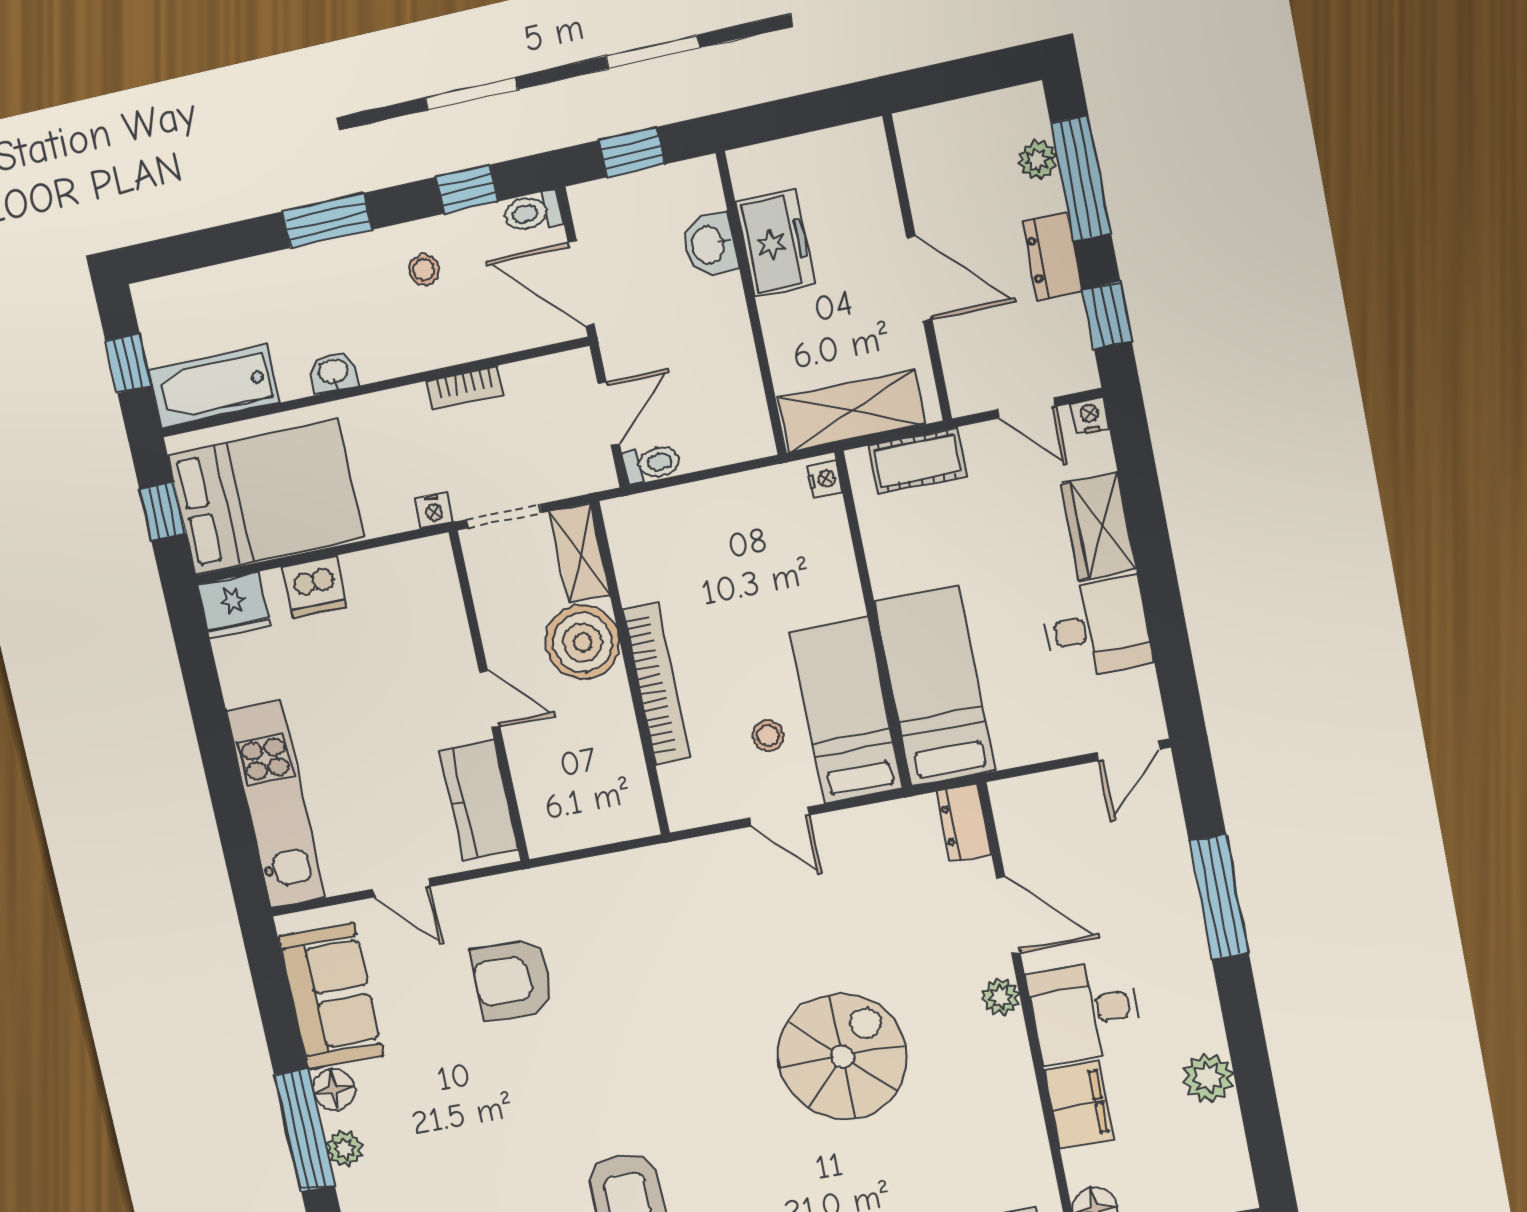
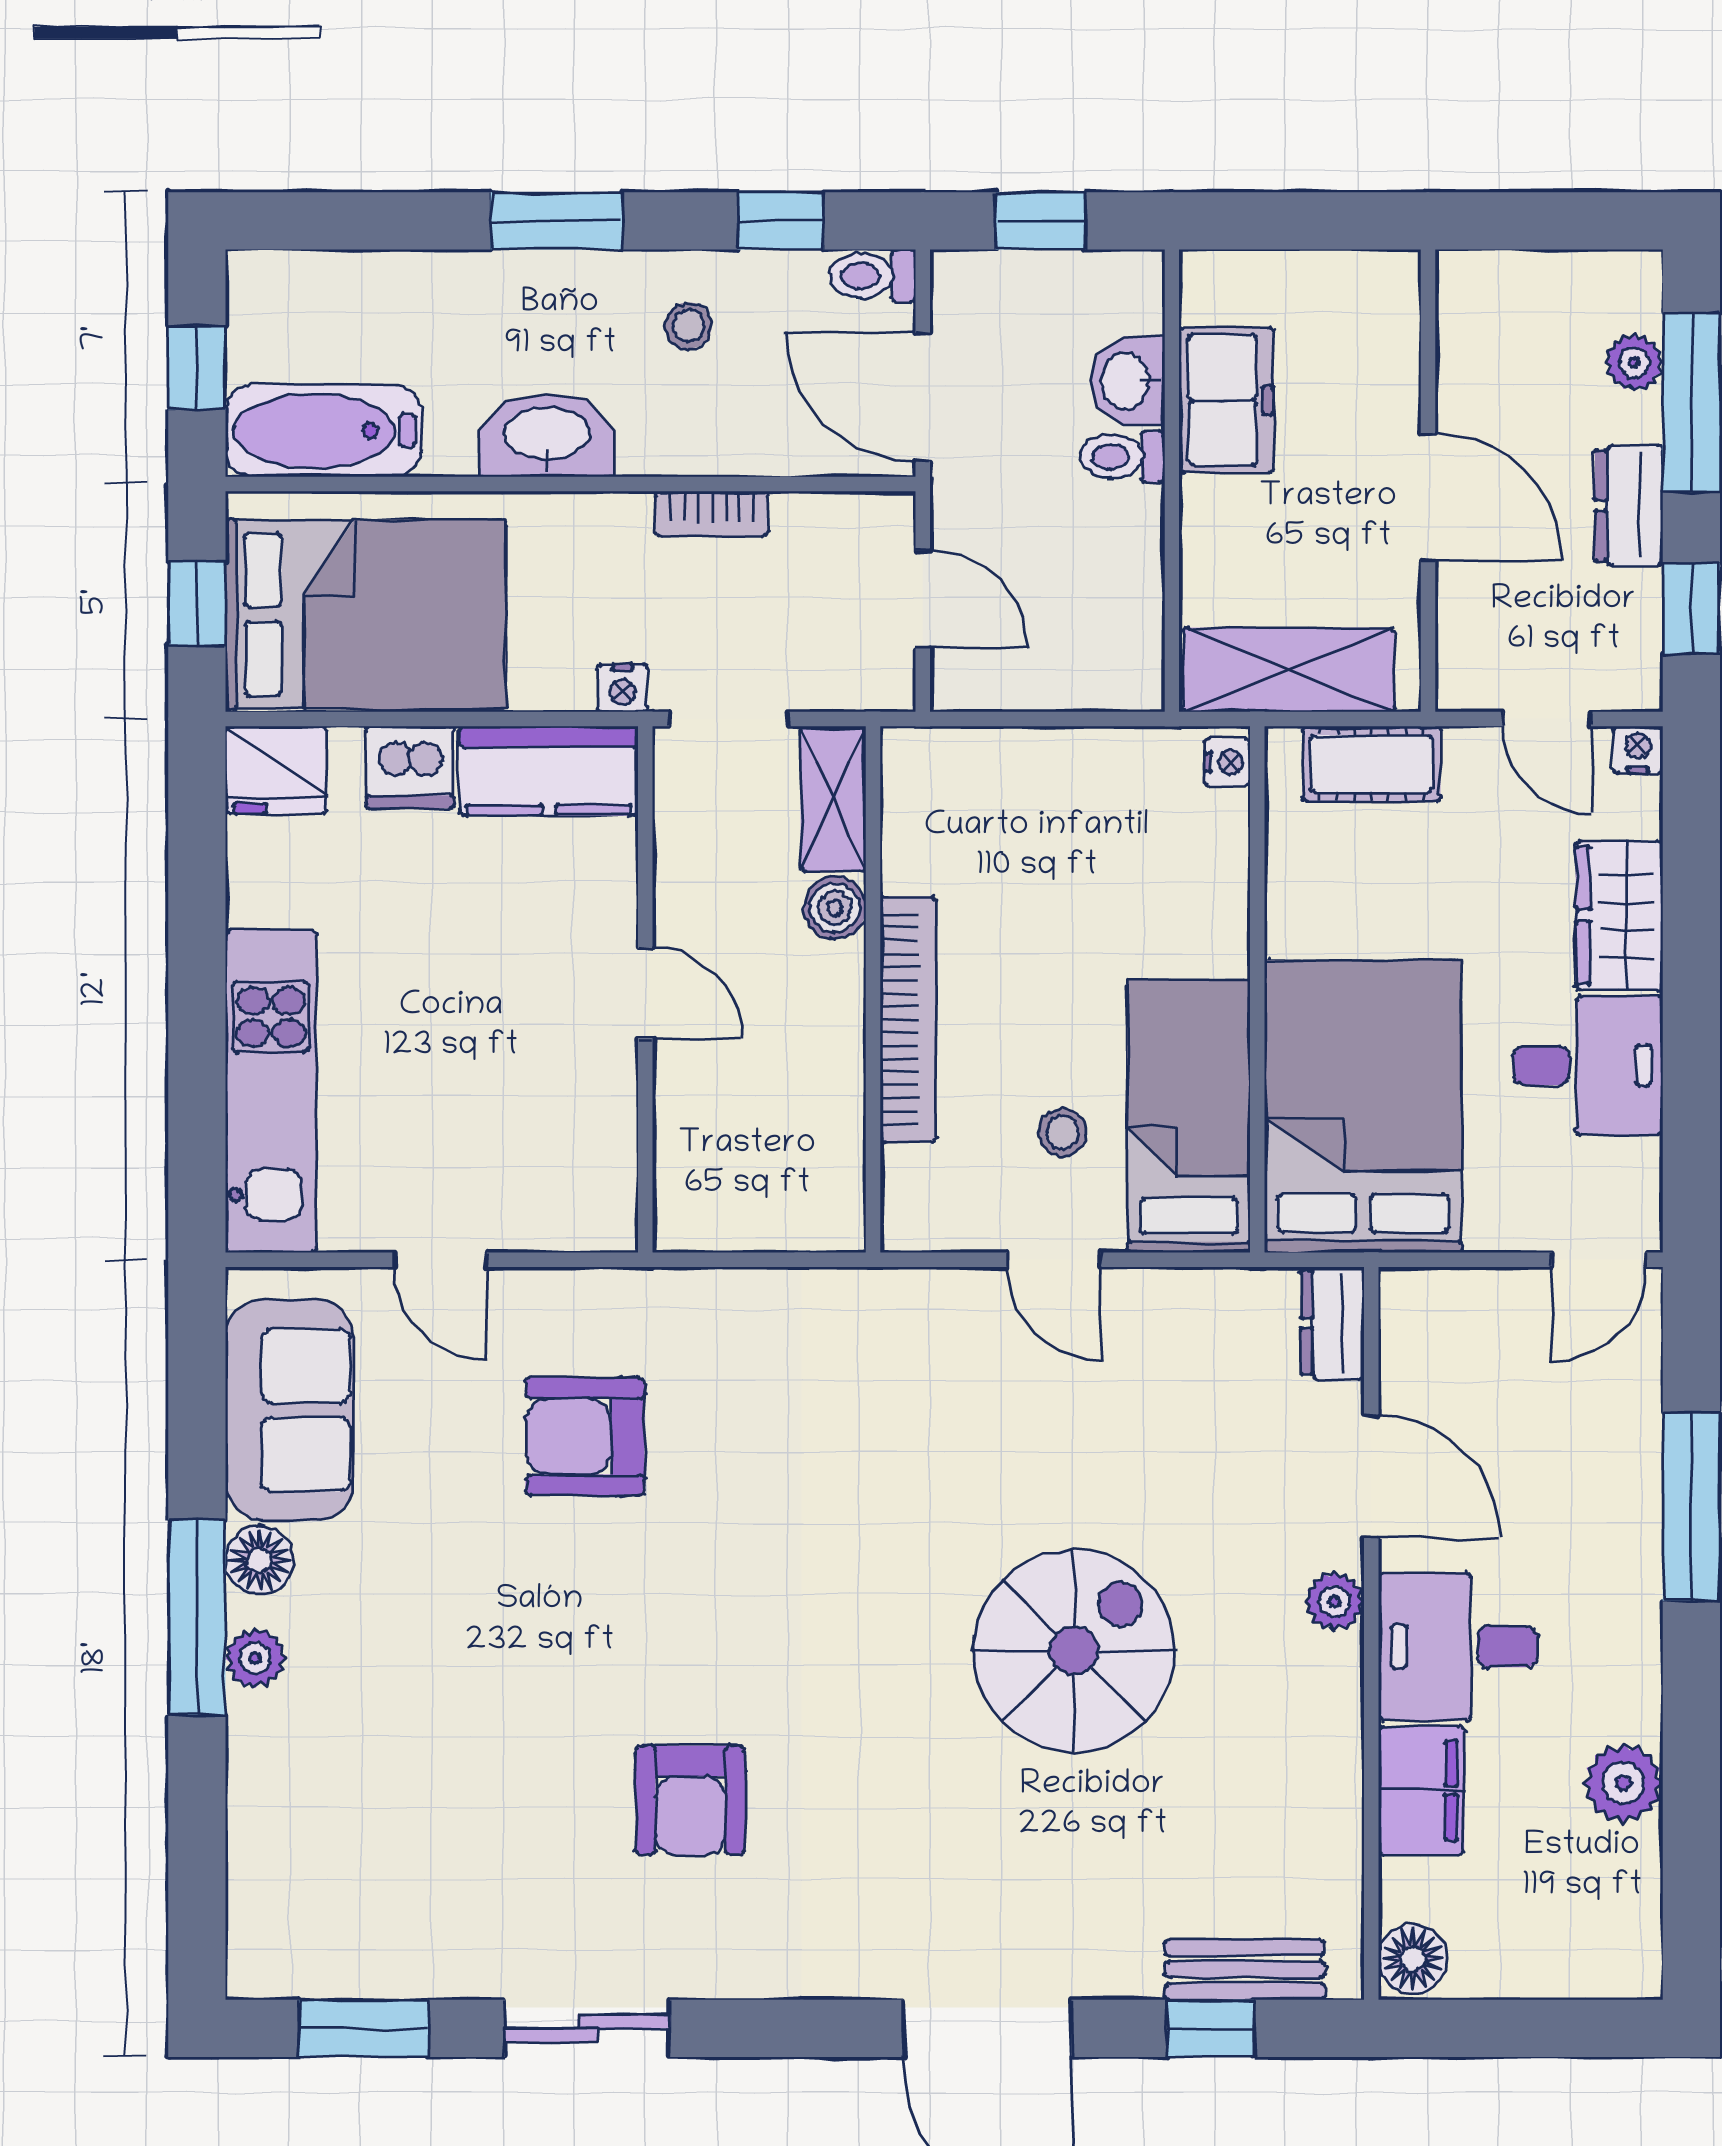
washbasin: (334, 372) -> (547, 435), width x1.91, depth x1.45
door: (609, 414) -> (923, 599), hinge flipped
toilet: (652, 463) -> (1123, 457), moved, turned 180
boiler: (582, 642) -> (835, 908), width x0.54, depth x0.54
bed: (935, 686) -> (1363, 1106), width x1.50
kitchen counter: (479, 800) -> (549, 771), moved, turned -90

